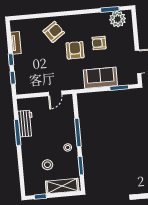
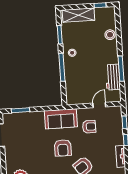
armchair: (99, 43) -> (89, 127), moved
sofa: (100, 78) -> (61, 119), moved
door: (55, 93) -> (99, 105), moved
stool: (47, 165) -> (110, 35), moved

